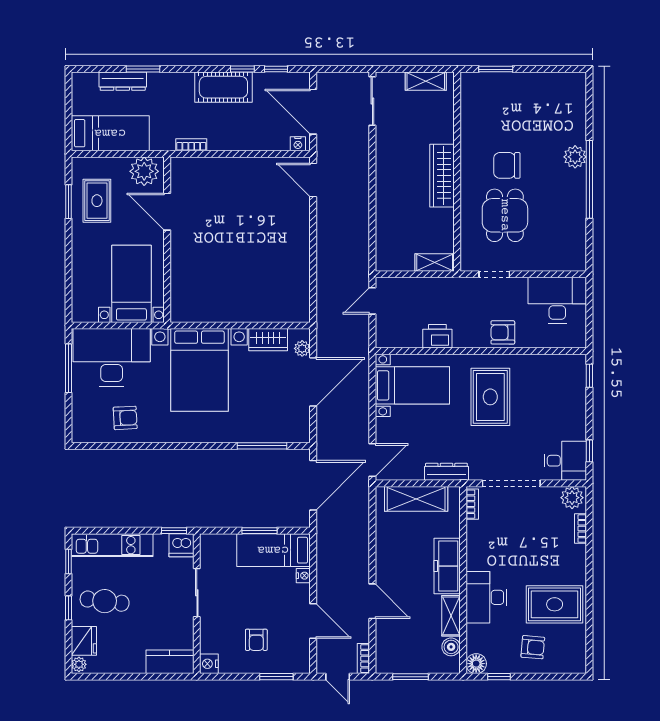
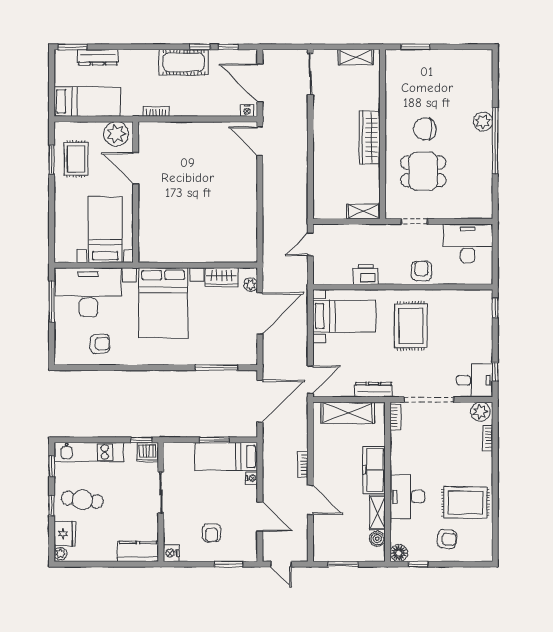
window: (143, 69) -> (73, 47), moved
dining table: (505, 215) -> (423, 171), turned 90
armchair: (503, 332) -> (421, 271), turned 90
bookcase: (363, 659) -> (303, 464), moved

